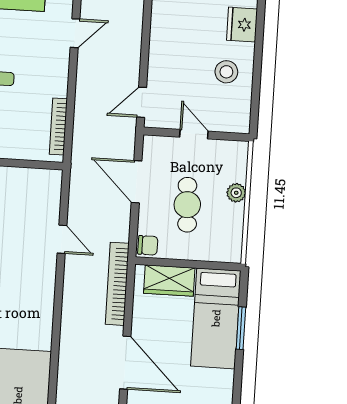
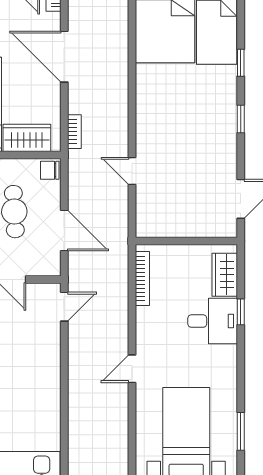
bookcase: (117, 284) -> (74, 132), width x0.43, depth x0.76

